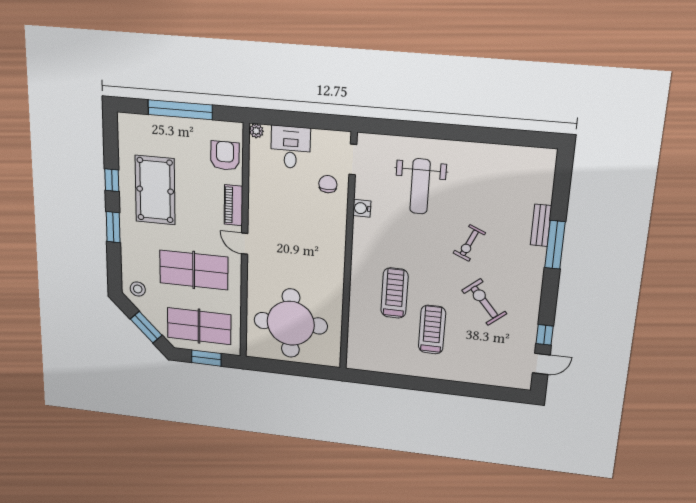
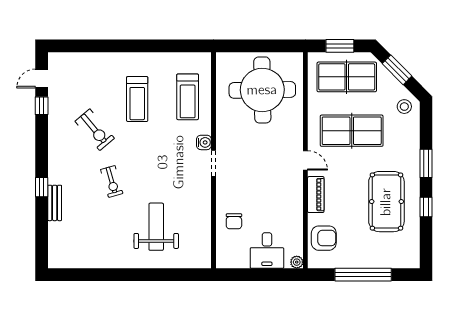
armchair: (225, 156) -> (324, 238), turned -90
doorway: (353, 159) -> (214, 163), moved
water cooler: (362, 208) -> (204, 142), moved
exercise bike: (469, 243) -> (112, 181), turned 140
window: (555, 245) -> (42, 187), width x0.46
treadmill: (394, 293) -> (188, 97), moved

